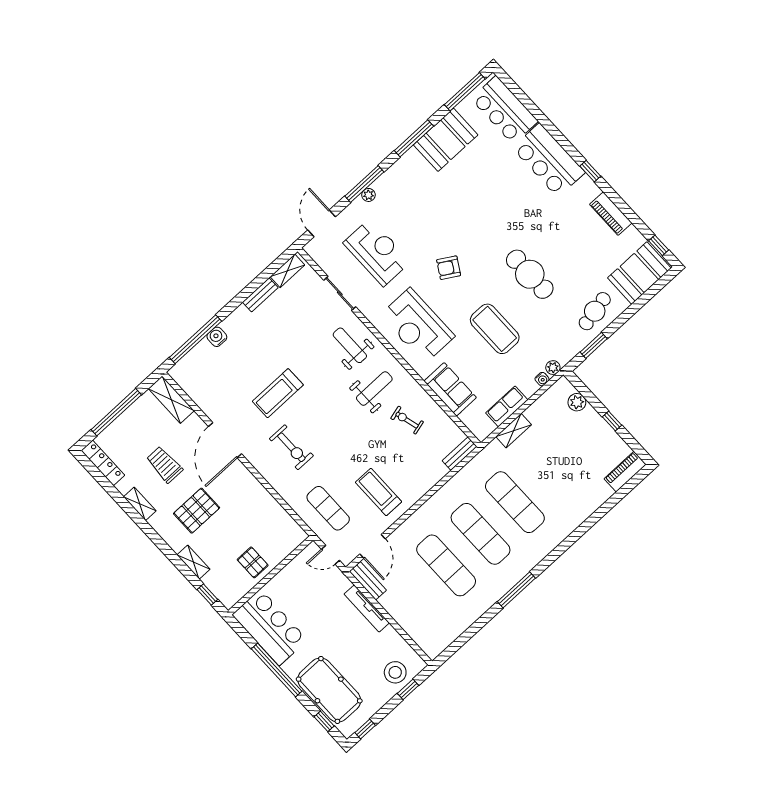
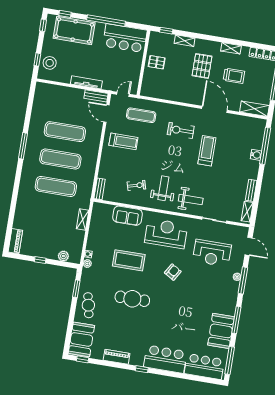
weight bench: (374, 389) -> (163, 188), turned 180
row of seats: (507, 406) -> (95, 228), removed

